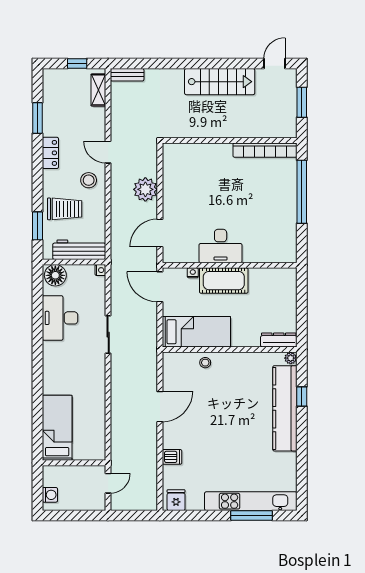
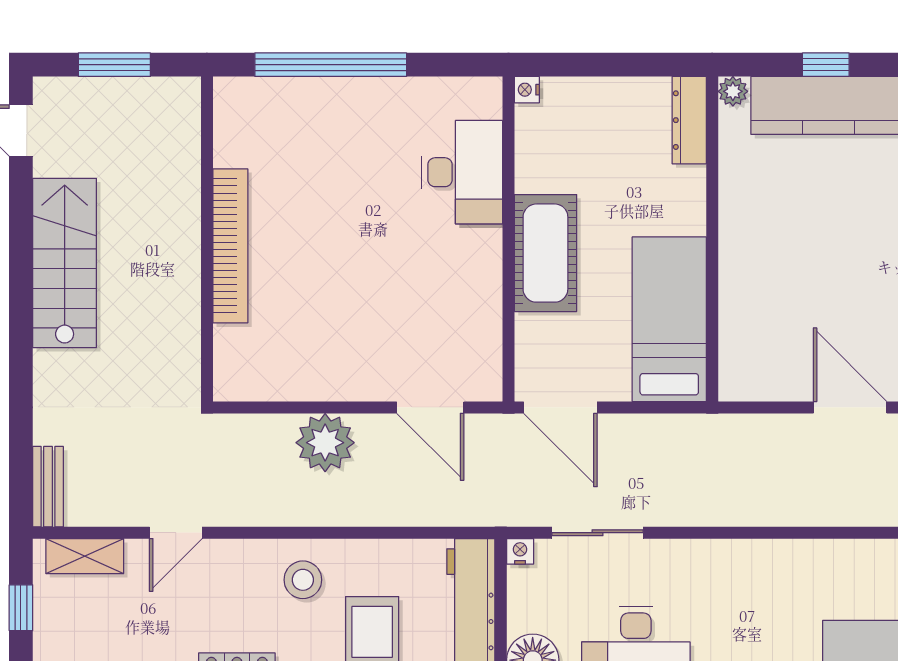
bookcase: (265, 150) -> (230, 246), moved
door: (108, 152) -> (176, 533), moved
desk: (221, 246) -> (462, 172), moved
nightstand: (193, 273) -> (527, 90), moved
door: (160, 287) -> (560, 407), hinge flipped
sliding door: (108, 335) -> (598, 533), moved
stool: (205, 363) -> (744, 298), removed

